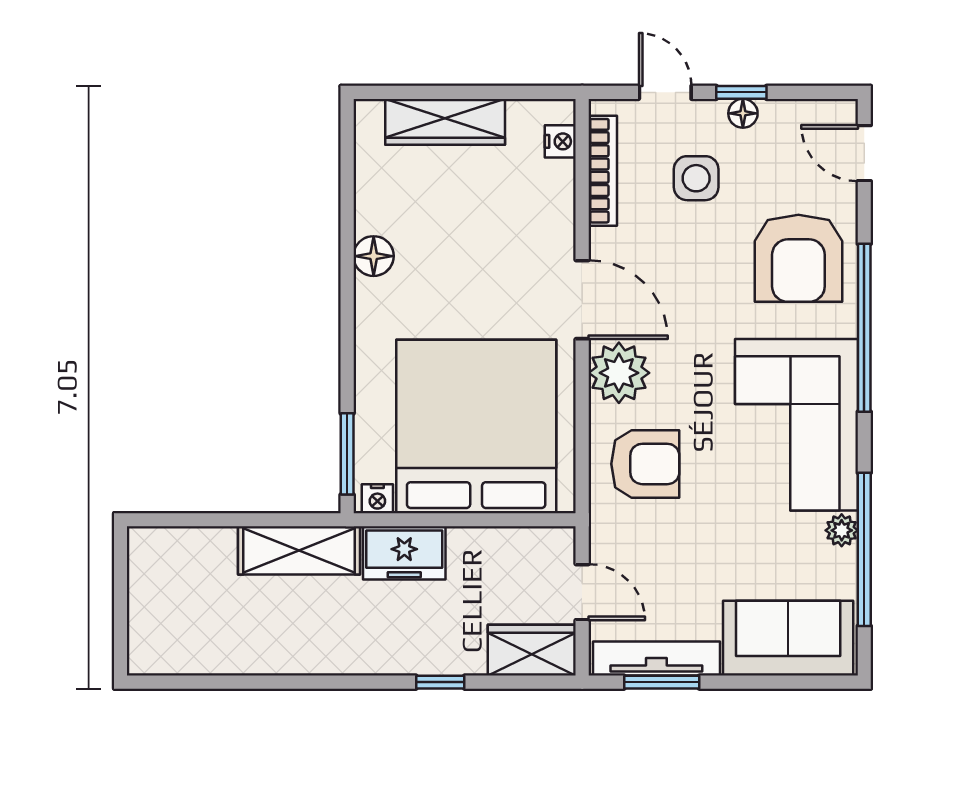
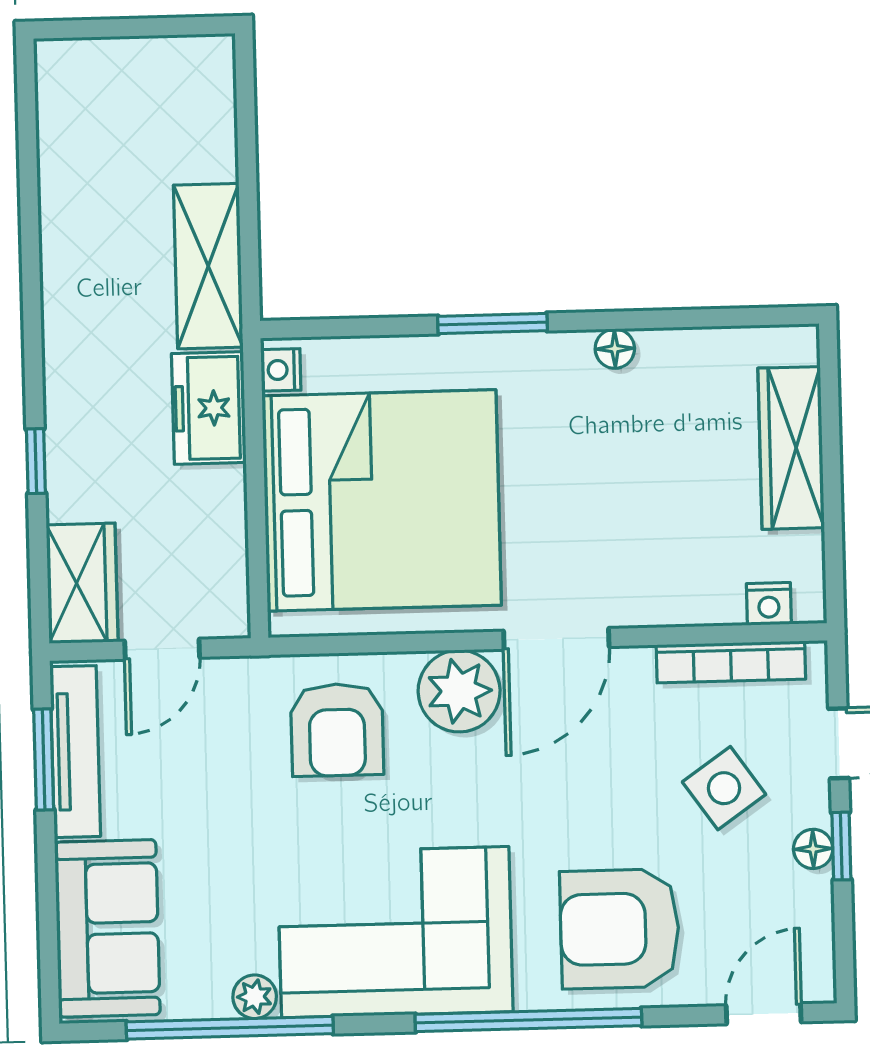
side table: (696, 178) -> (724, 788), turned -35
floor lamp: (374, 256) -> (615, 349), width x0.73, depth x0.73
window: (347, 454) -> (493, 323), moved

